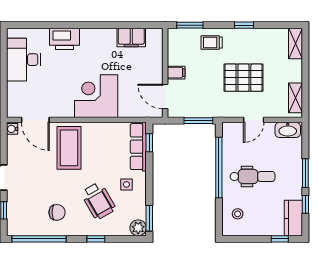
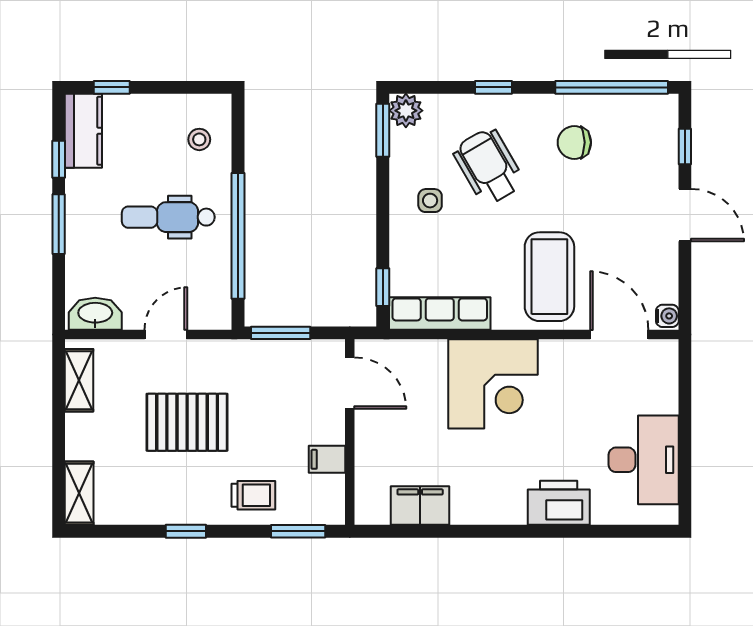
filing cabinet: (176, 73) -> (327, 459), moved
row of seats: (138, 147) -> (440, 313), moved, turned -90

